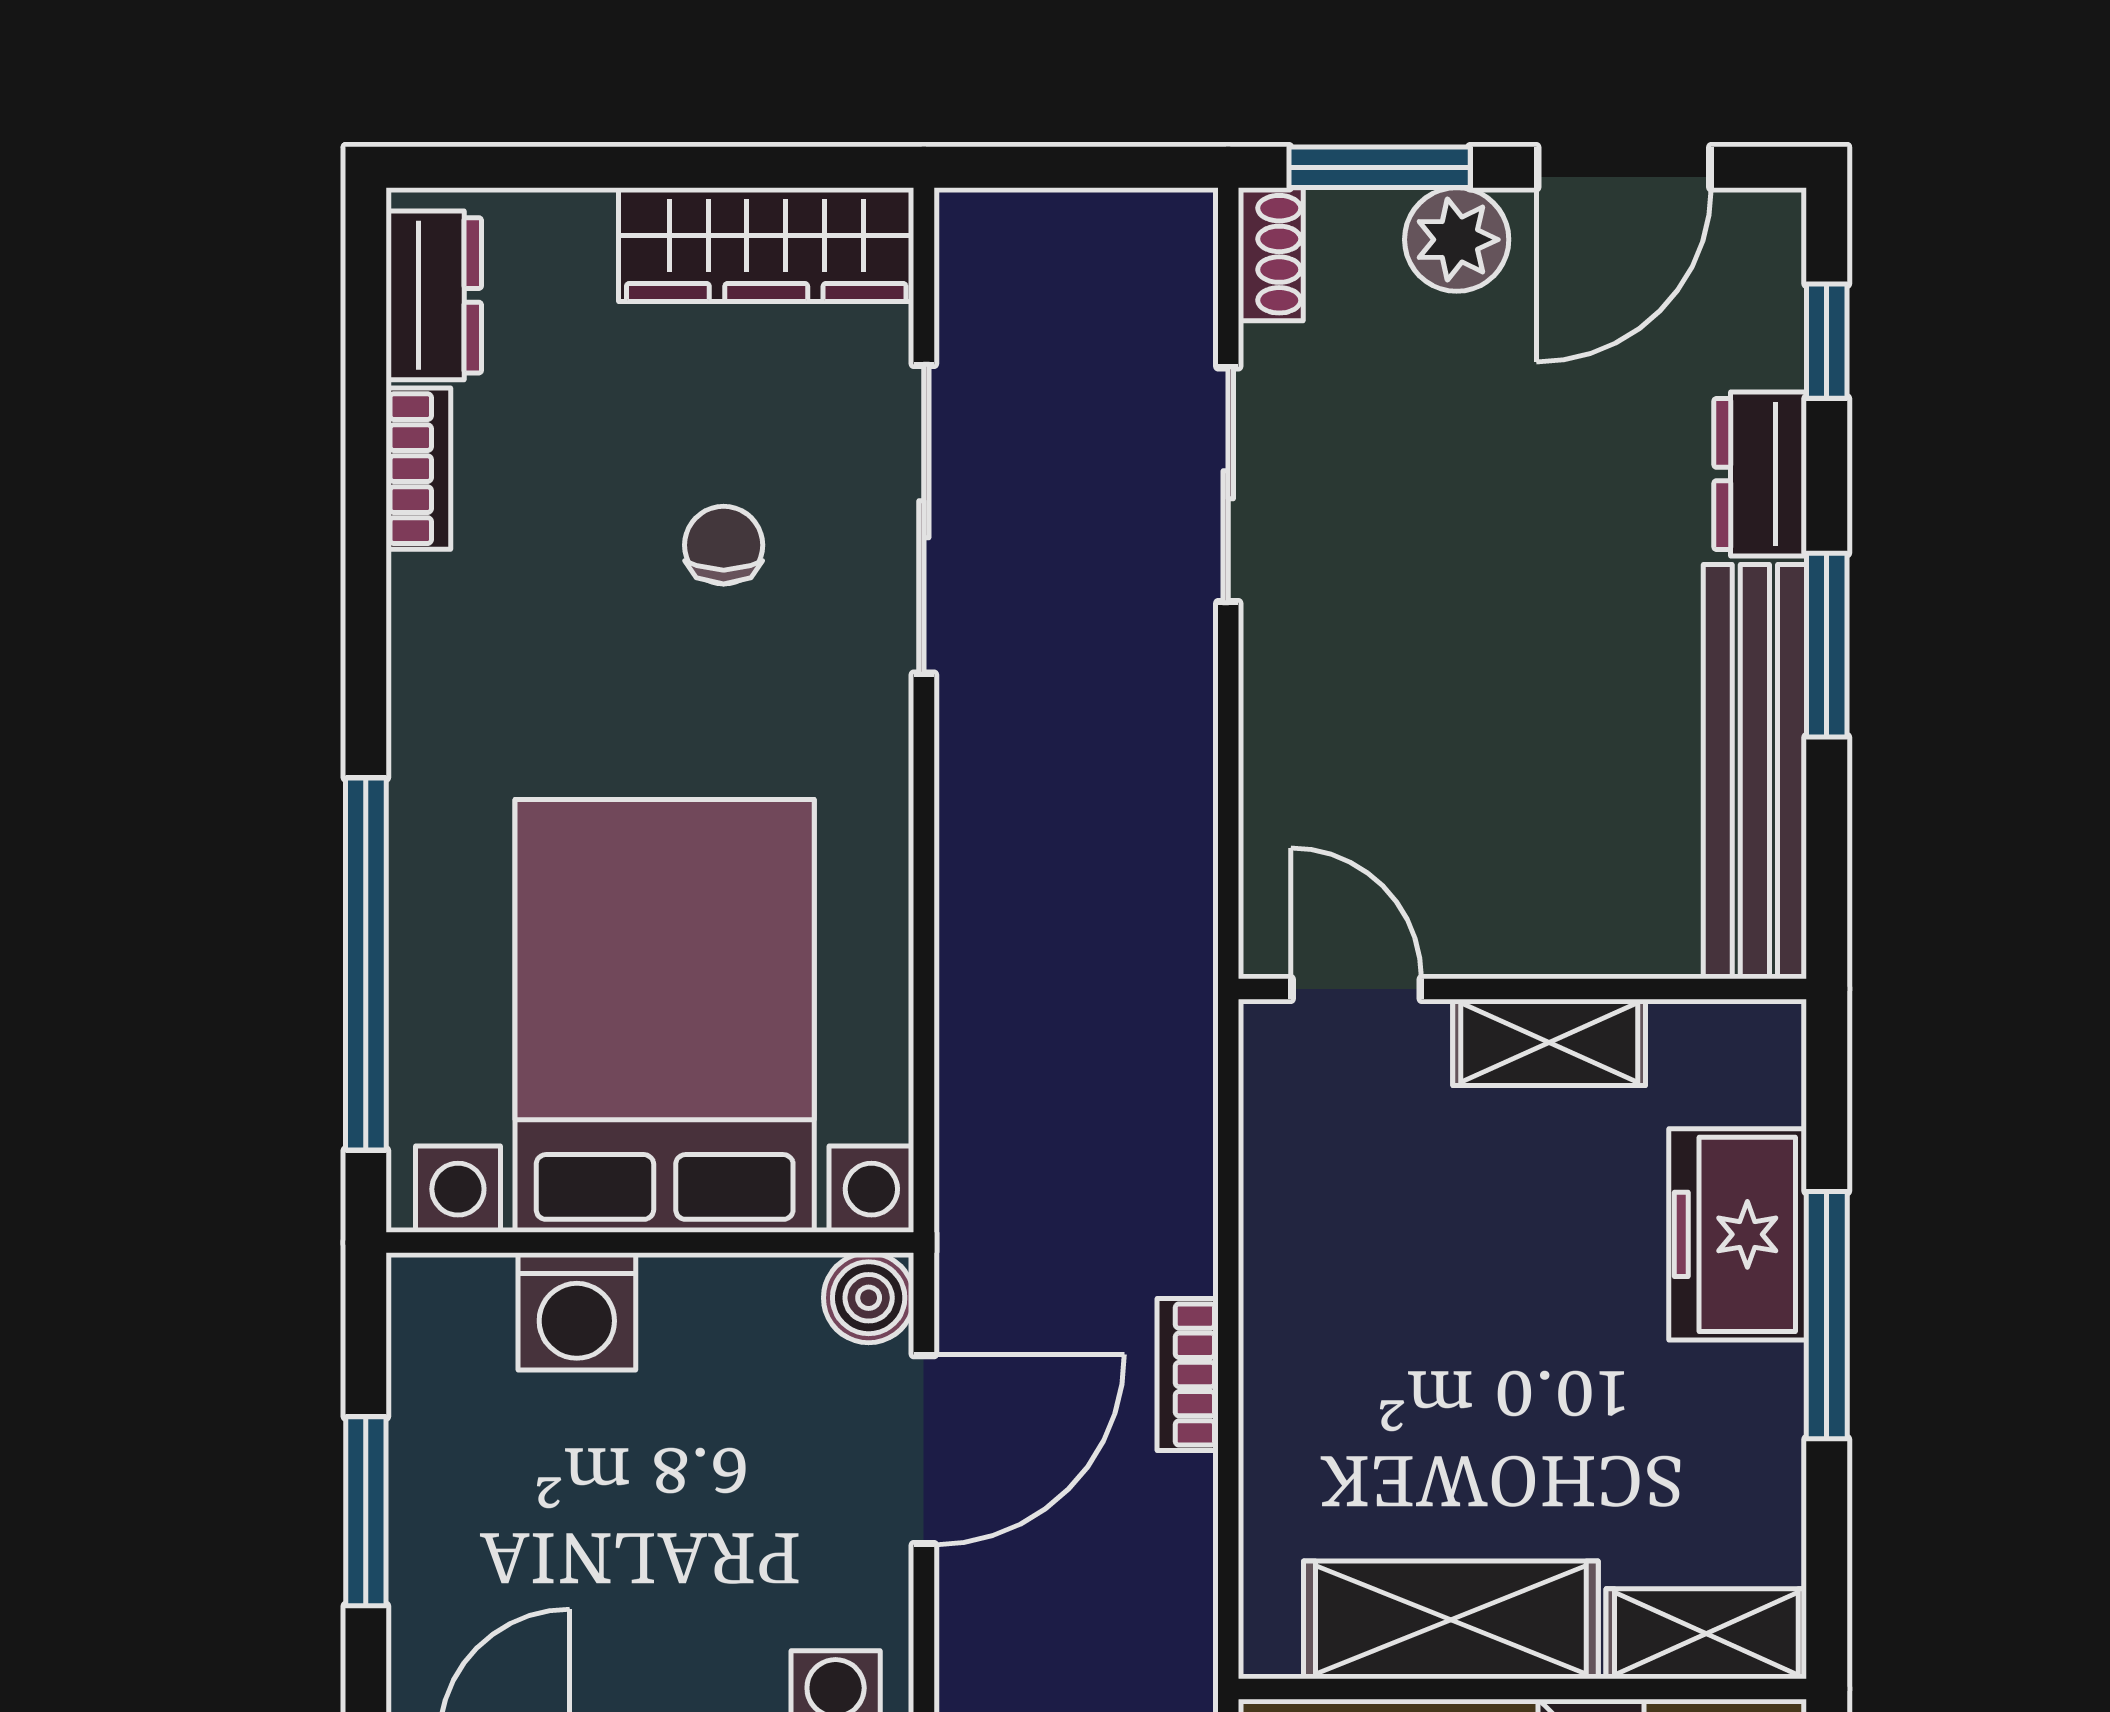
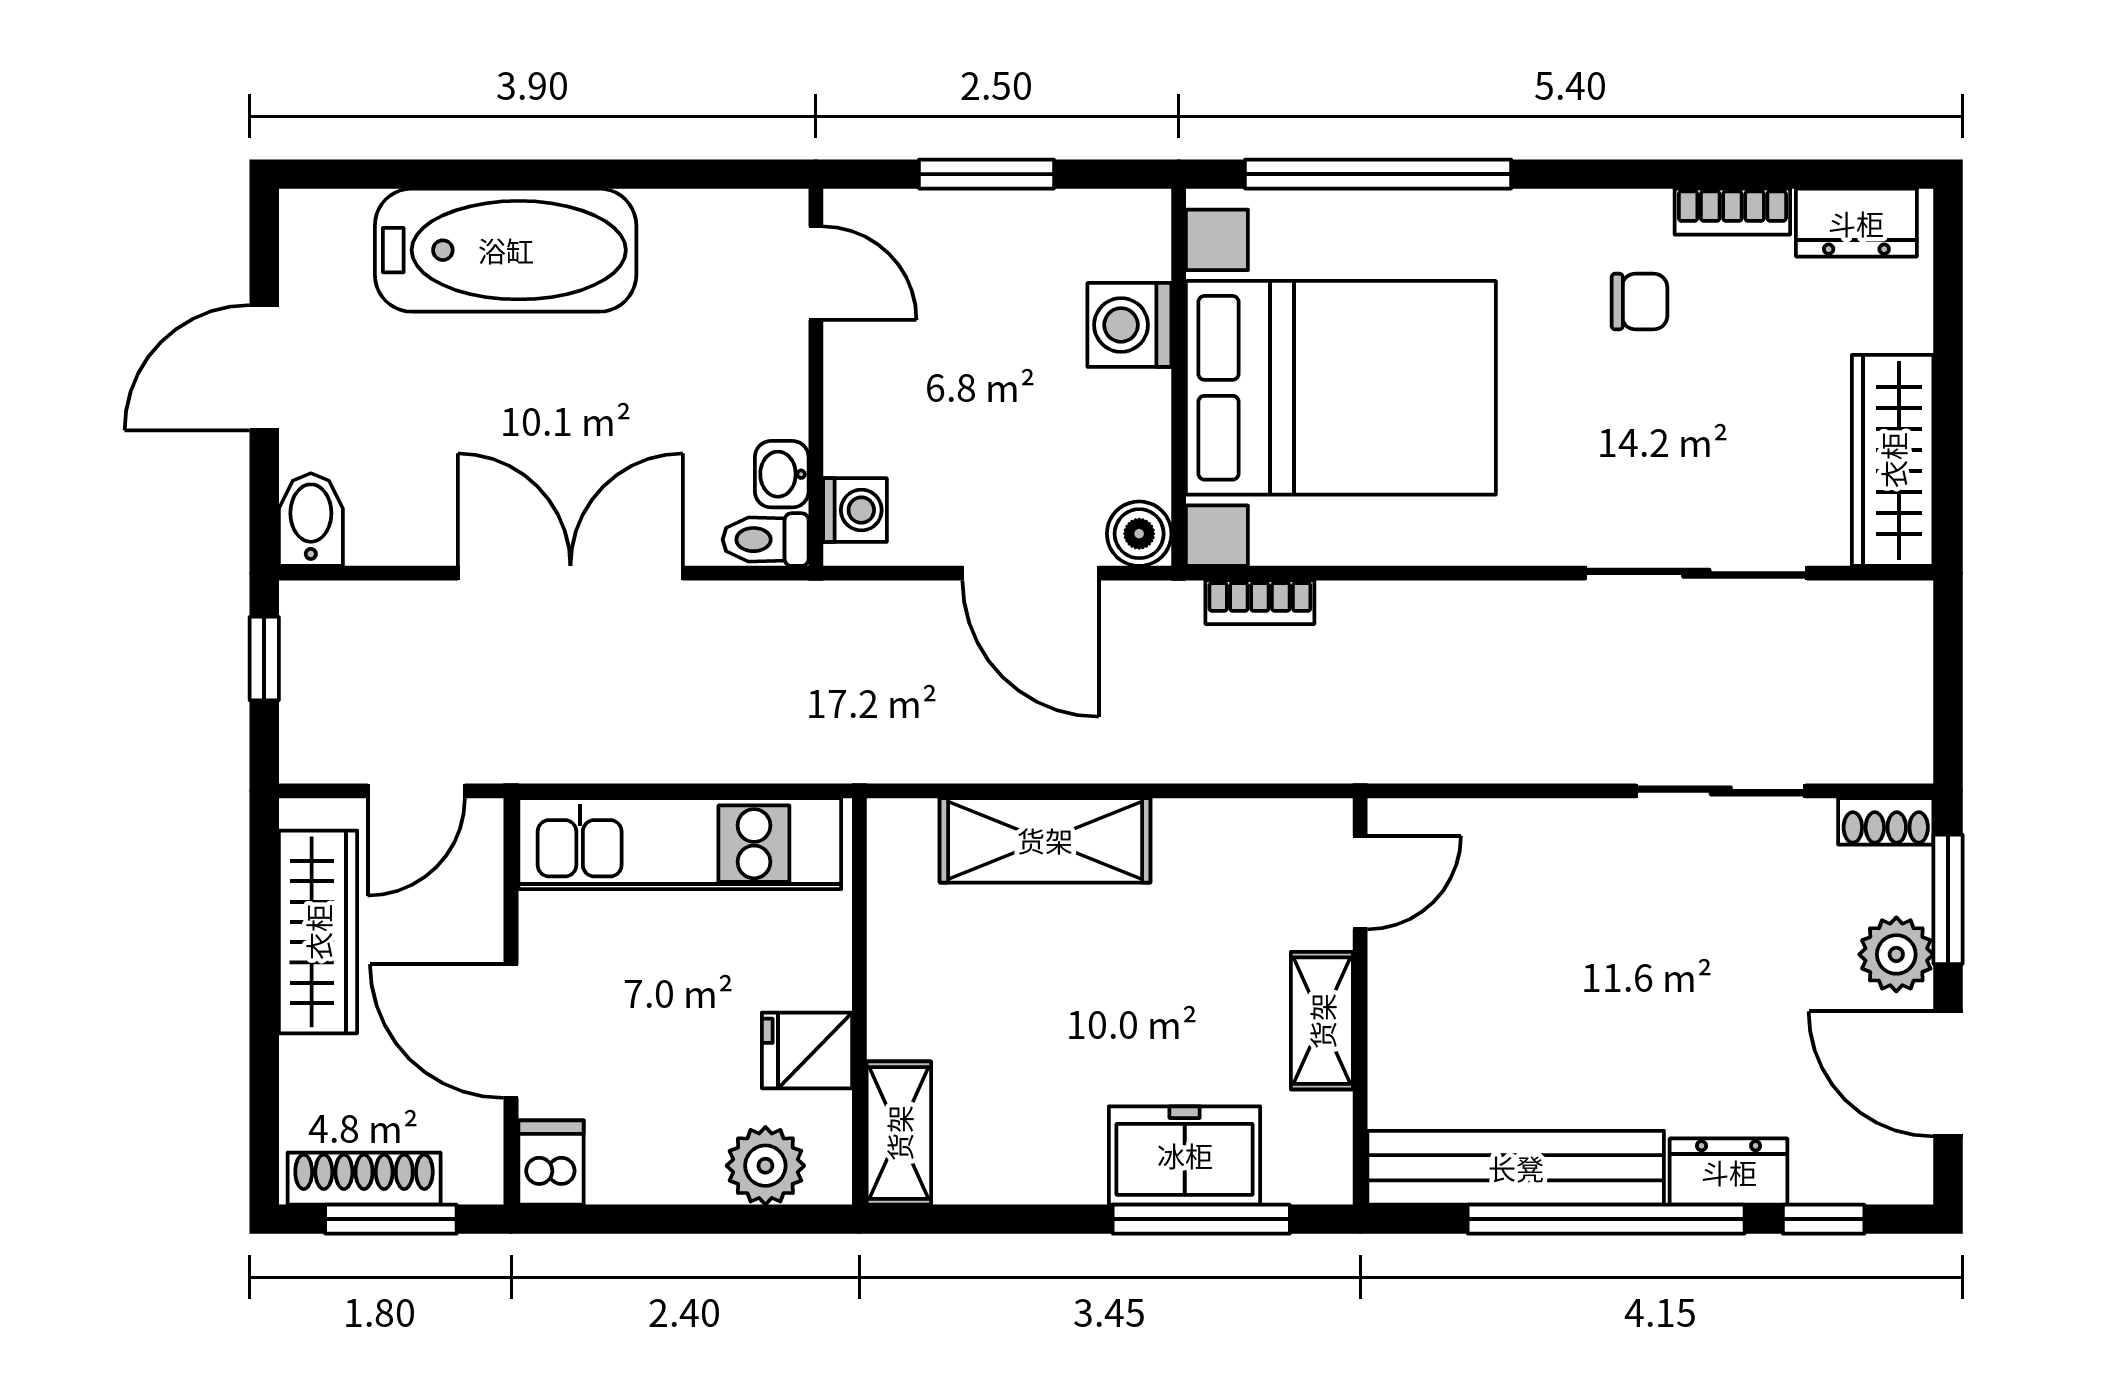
chair: (724, 545) -> (1639, 302), moved
window: (1827, 645) -> (1606, 1219), width x2.11
window: (1827, 1315) -> (1201, 1219), moved
bookcase: (1188, 1374) -> (1260, 602), moved, turned 180
shelving: (1451, 1620) -> (1045, 840), moved, turned 90

